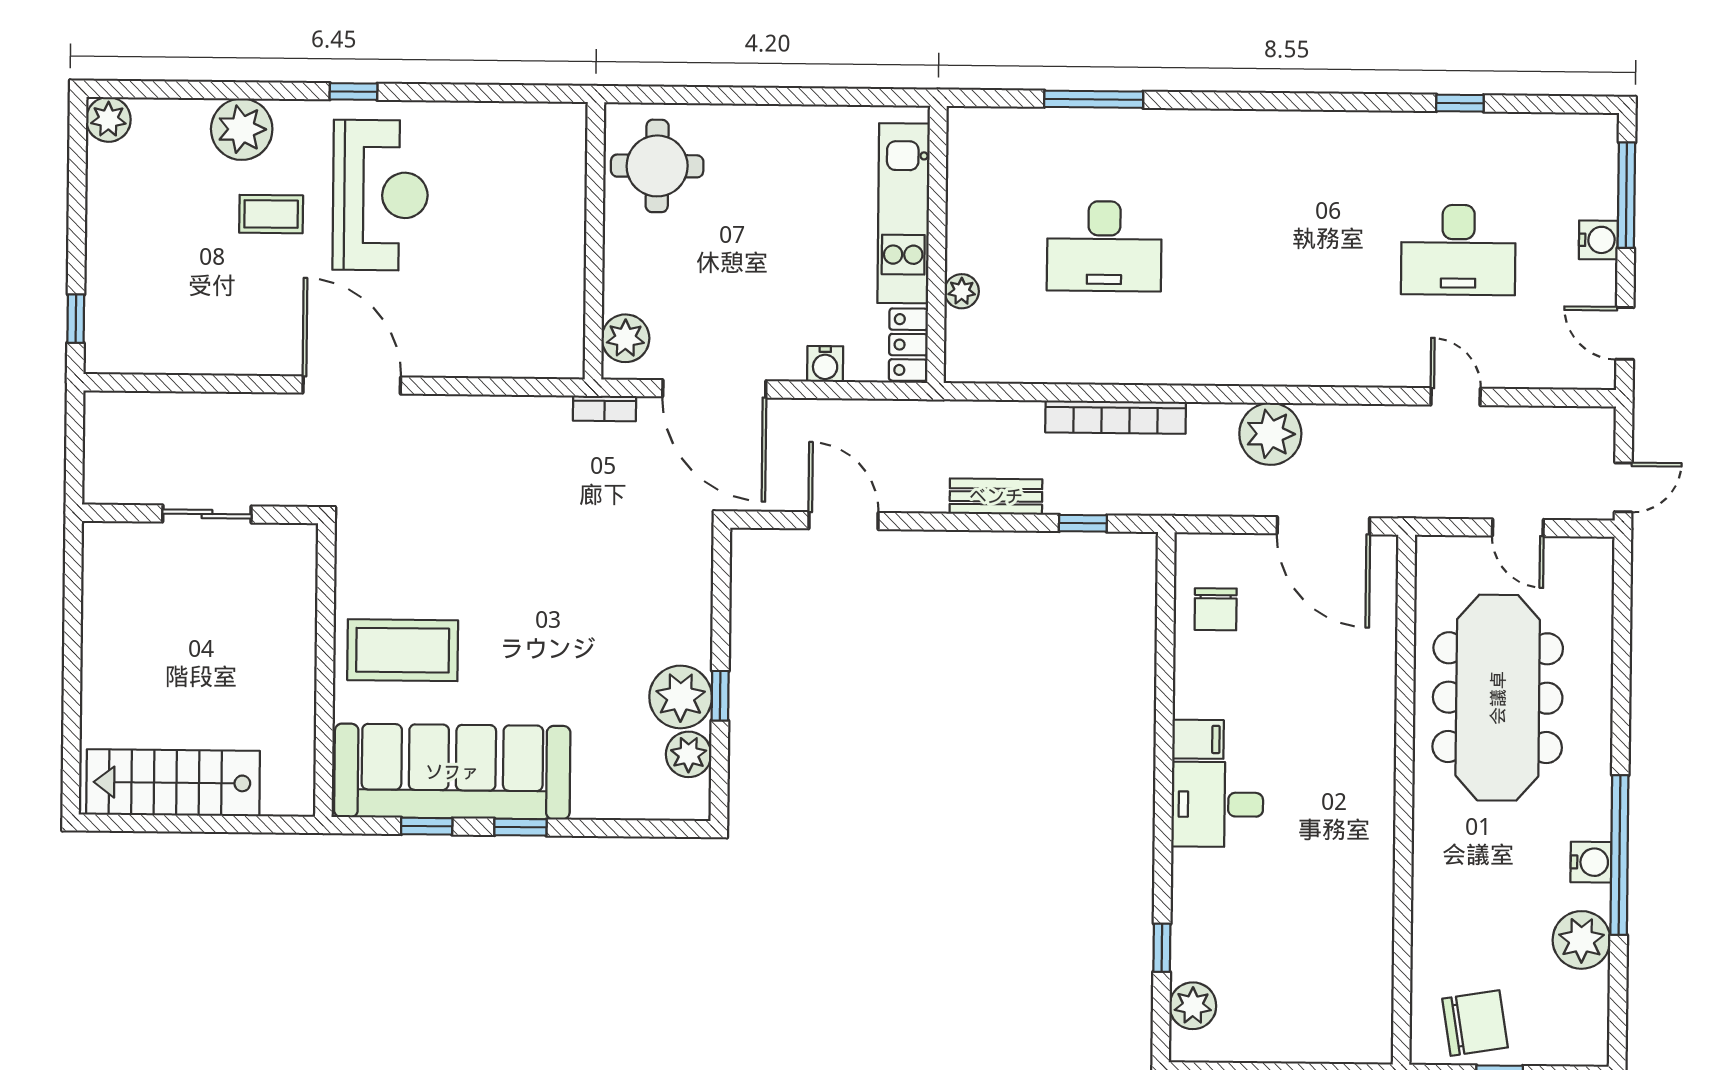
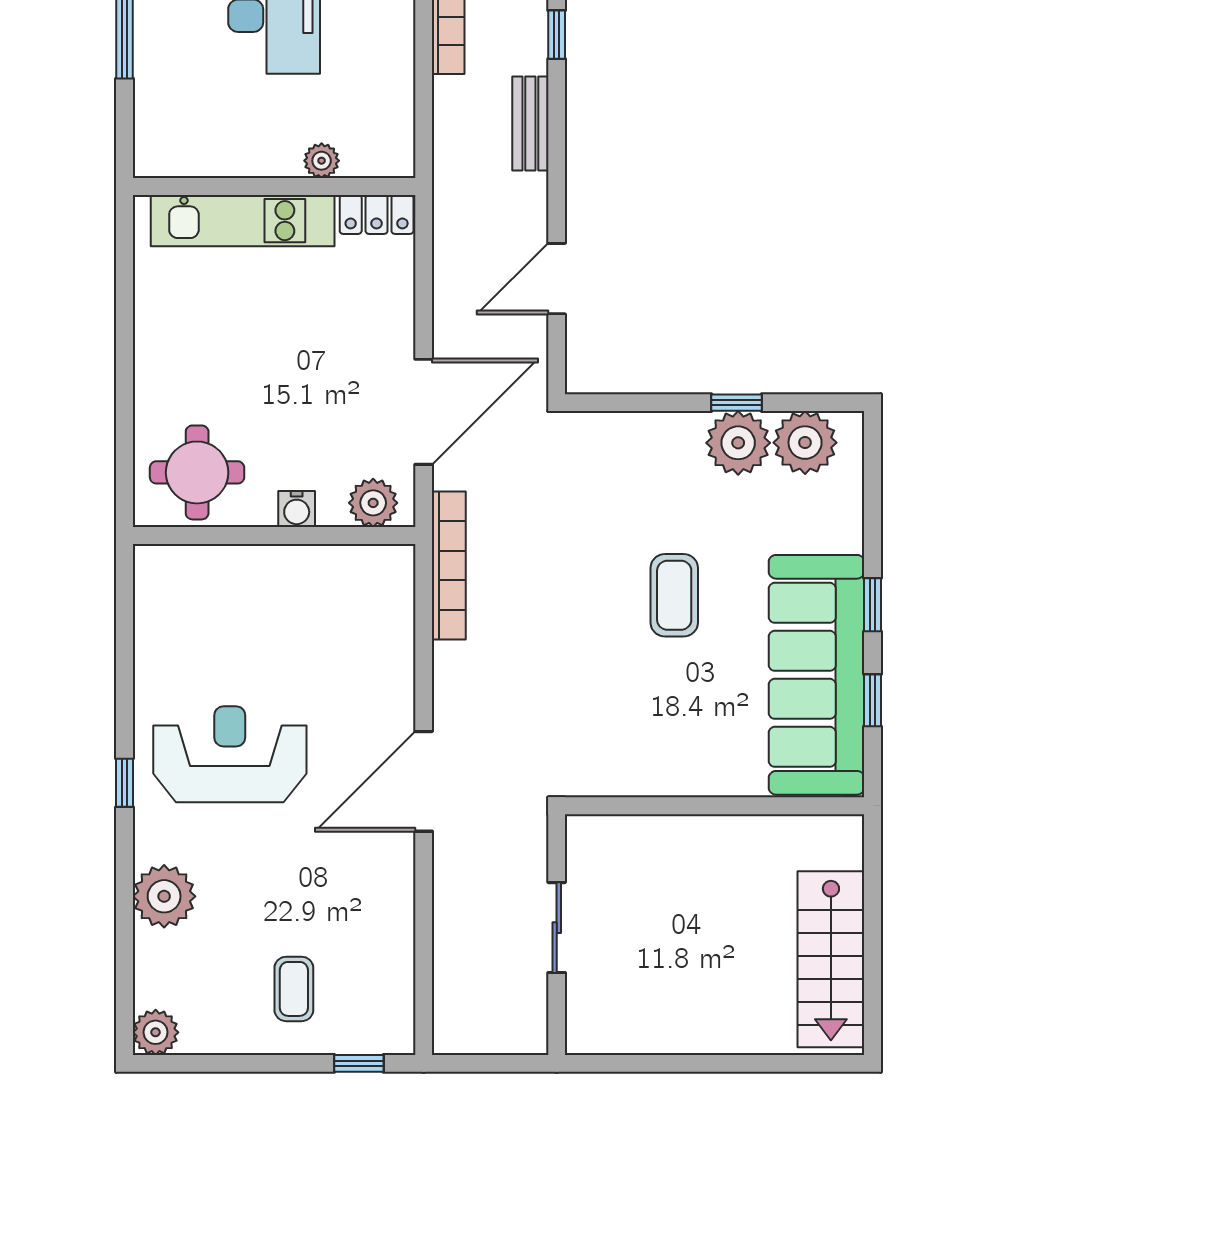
coffee table: (271, 214) -> (294, 989), moved
water cooler: (825, 364) -> (297, 509), moved, turned 90
bookcase: (605, 408) -> (449, 566), width x2.31, depth x1.31
coffee table: (403, 650) -> (674, 595), moved, width x0.73, depth x0.76
plant: (689, 754) -> (805, 443), width x1.36, depth x1.36

